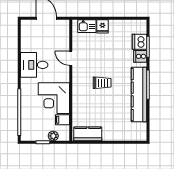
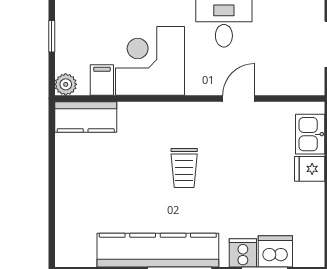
kitchen counter: (88, 134) -> (86, 117), moved, turned 90
plant: (53, 136) -> (66, 84), moved

